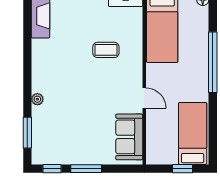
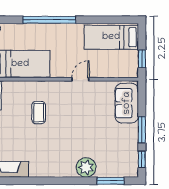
plant: (37, 99) -> (86, 167), width x1.87, depth x1.87
sofa: (129, 137) -> (127, 103), moved, turned 90
window: (182, 169) -> (142, 59), moved

